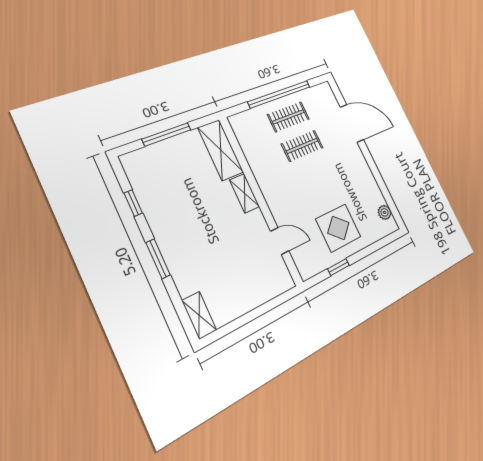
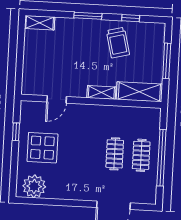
trolley: (174, 203) -> (118, 43), added
plant: (385, 212) -> (34, 186), width x1.87, depth x1.87

